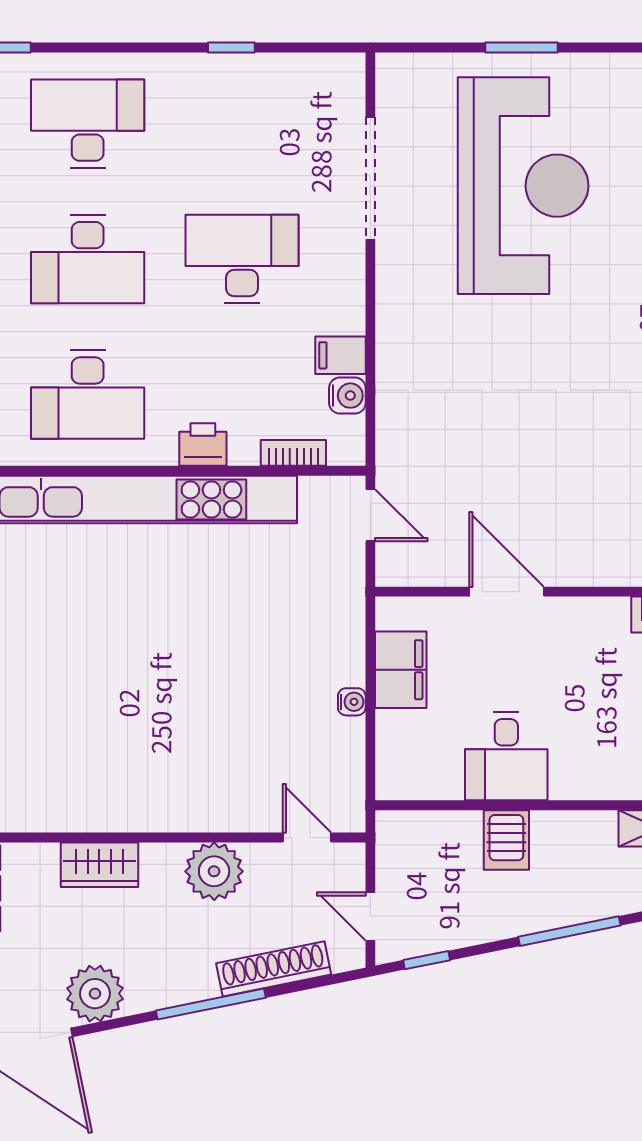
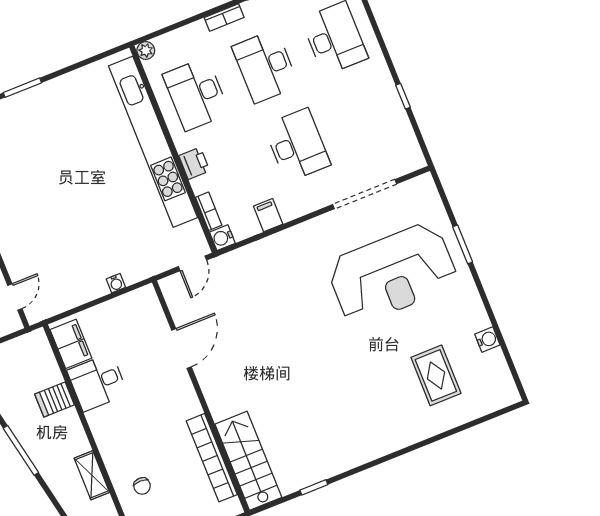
water cooler: (347, 396) -> (222, 238), moved, turned 90
filing cabinet: (401, 670) -> (71, 344), moved, turned -90
water cooler: (352, 702) -> (116, 283), moved

